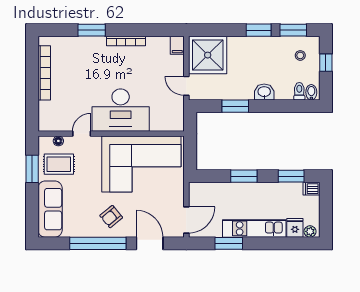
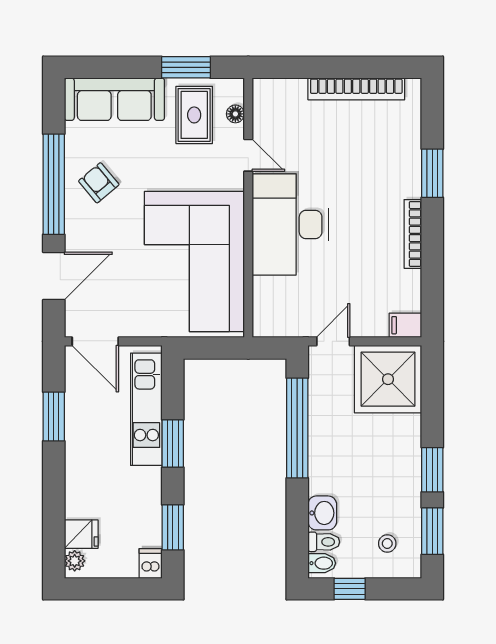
window: (326, 63) -> (350, 589), moved
washbasin: (264, 92) -> (322, 513), moved
window: (235, 106) -> (297, 428), width x2.11
armchair: (111, 217) -> (99, 183), moved
kitchen unit: (254, 228) -> (146, 409), moved, turned 180

